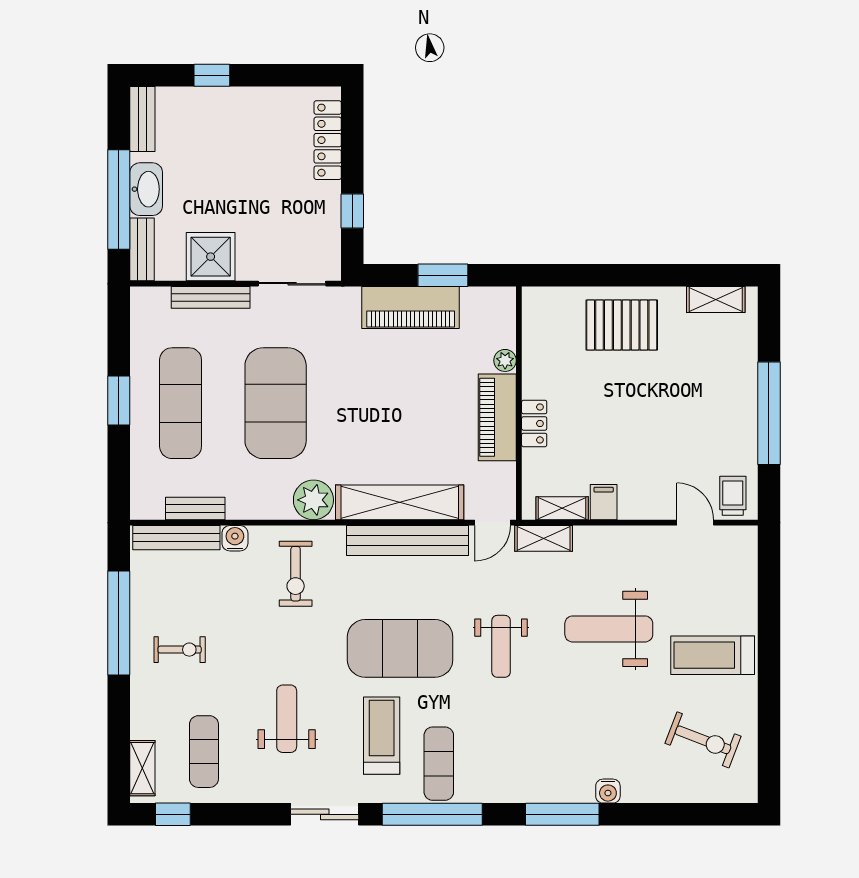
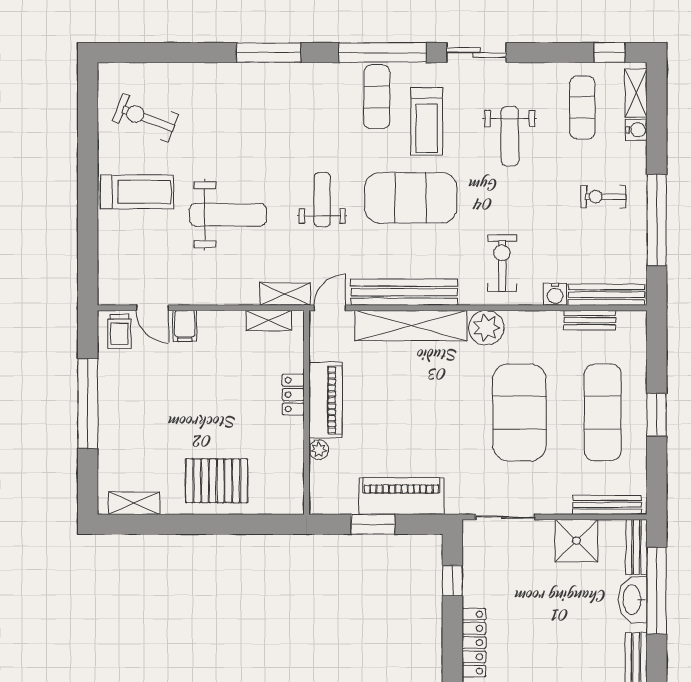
bench: (211, 297) -> (607, 505), moved
filing cabinet: (604, 502) -> (185, 326), moved
water cooler: (608, 791) -> (636, 130), moved, turned 90

